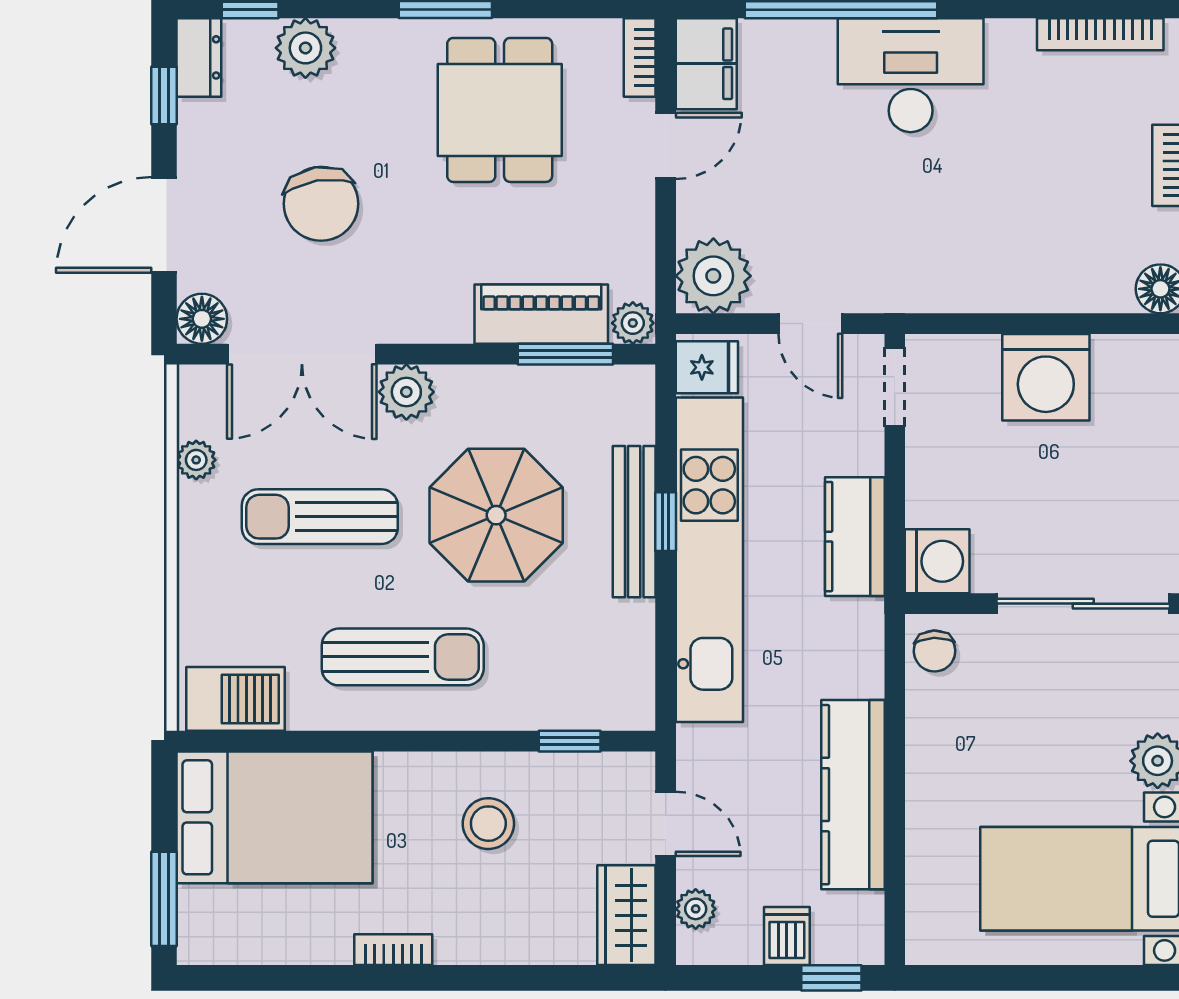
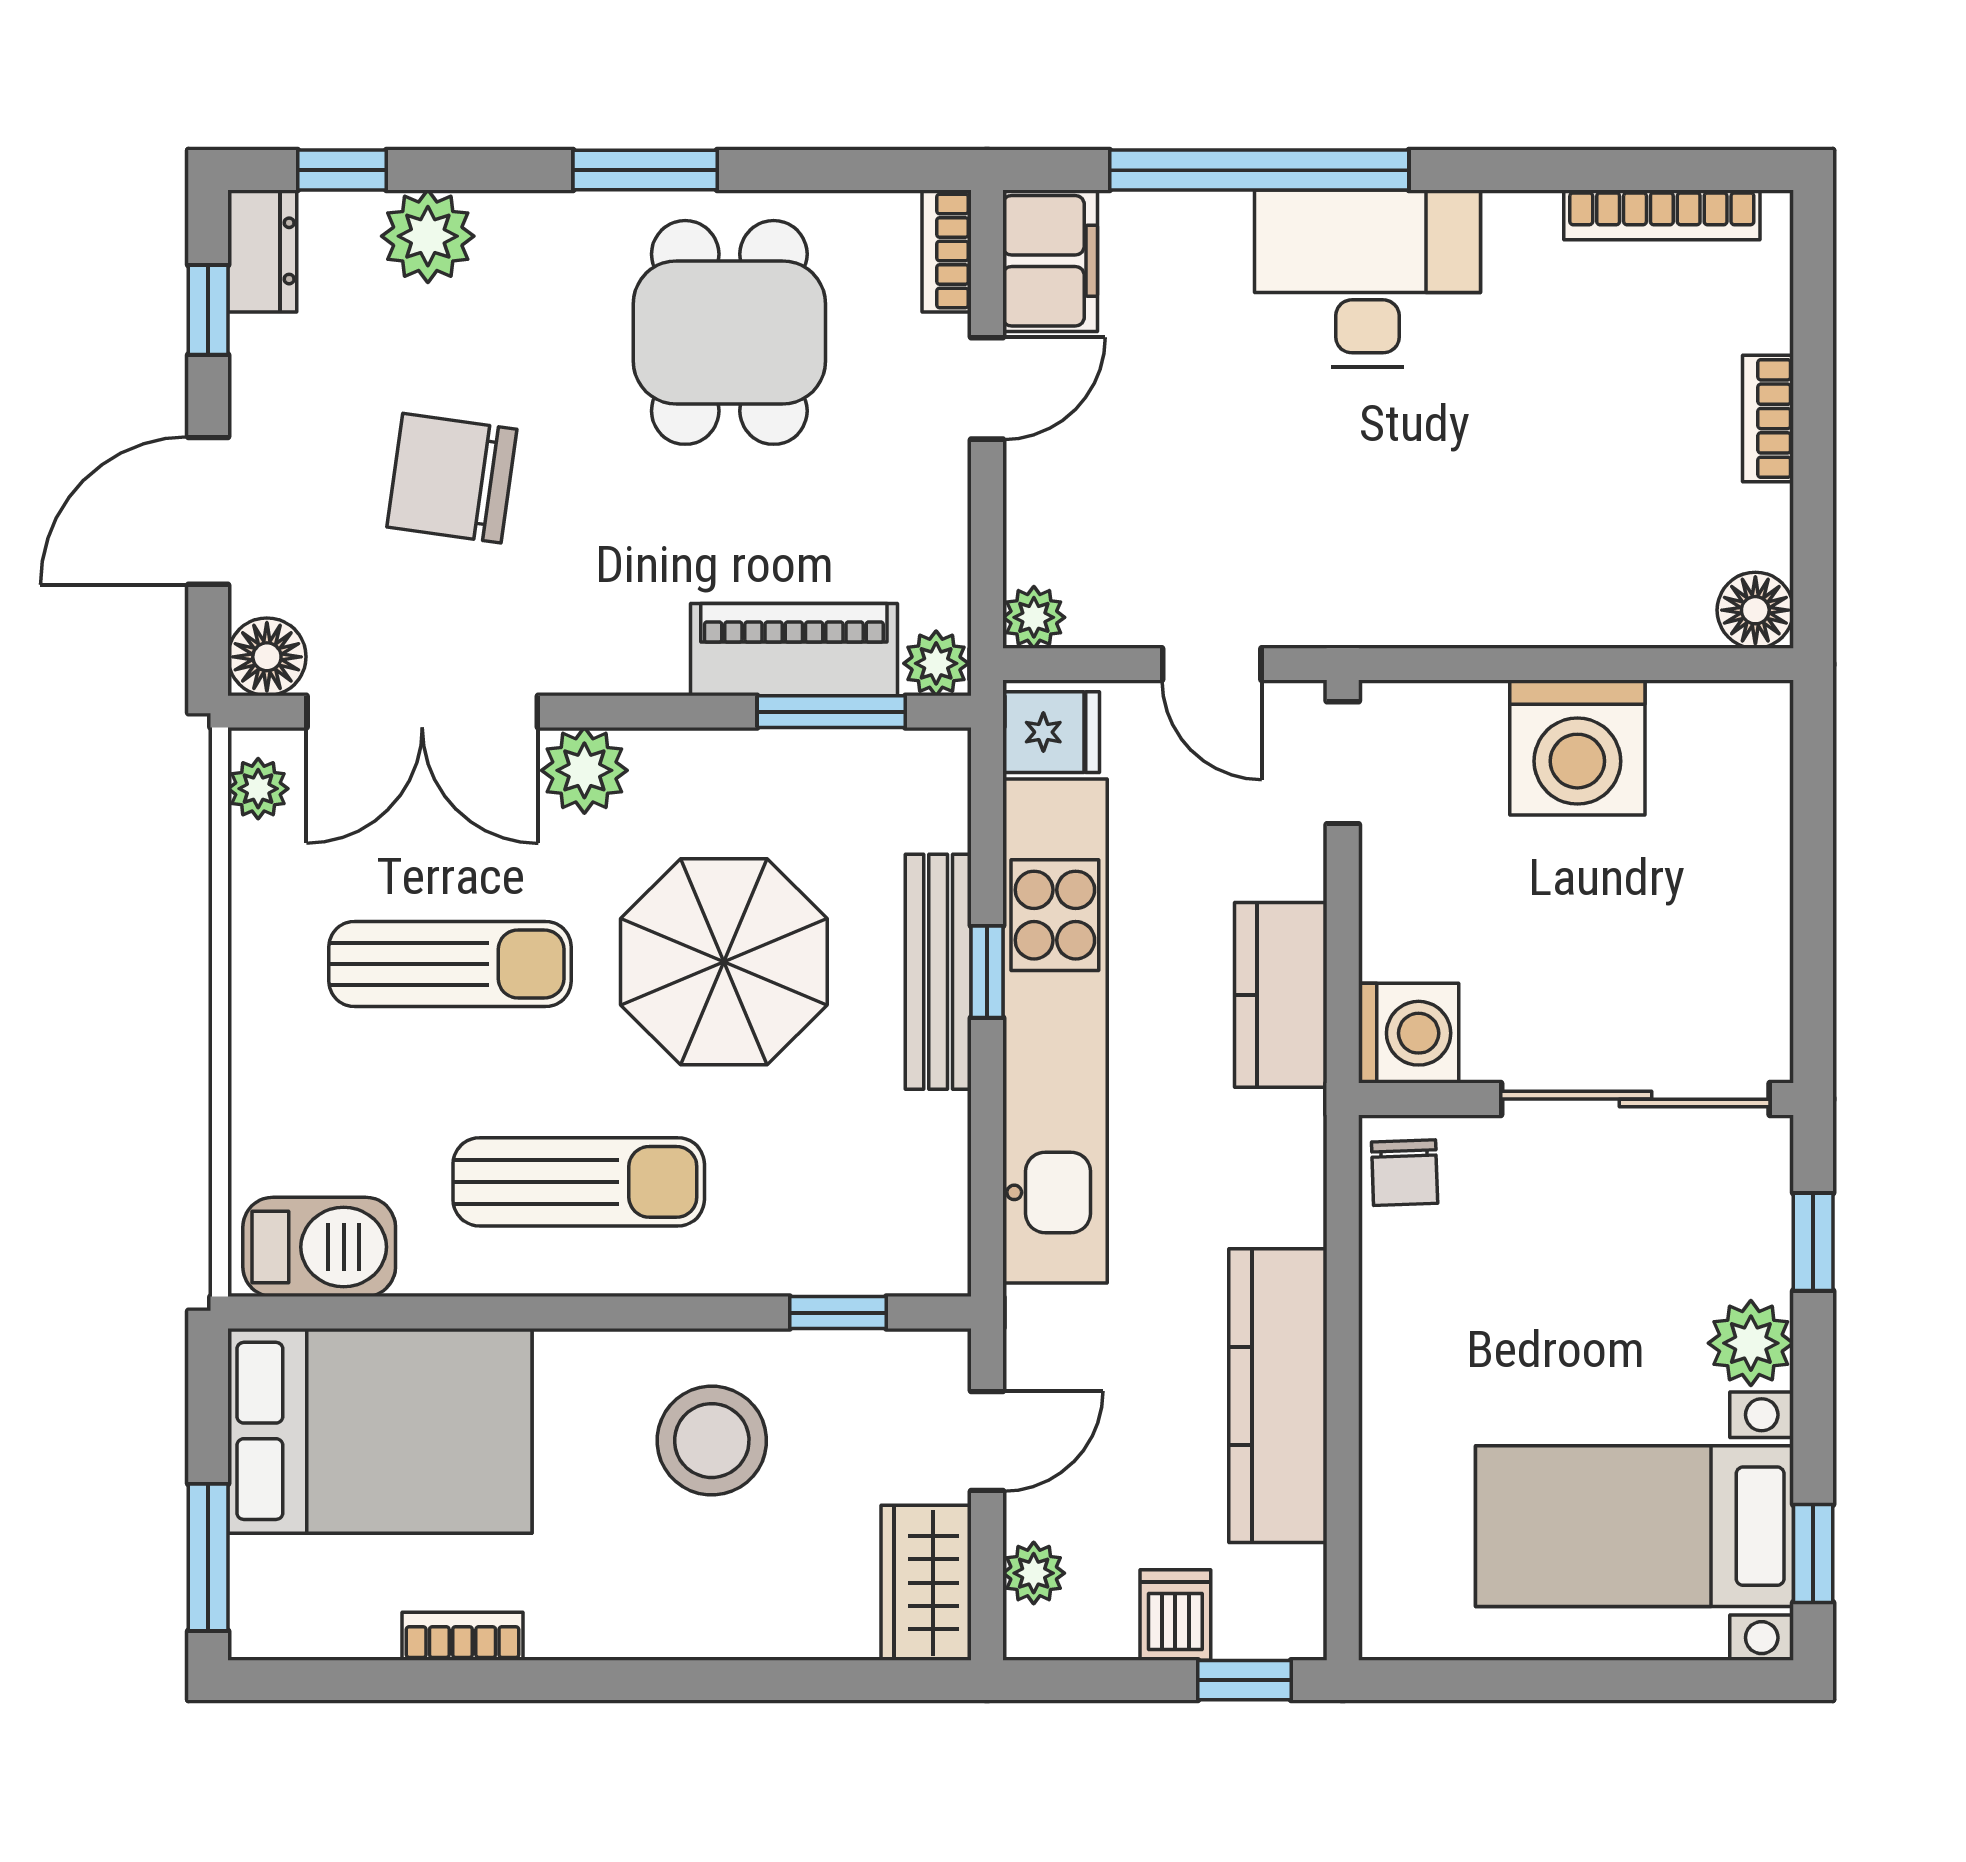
chair: (321, 204) -> (452, 478), turned 107
plant: (713, 276) -> (1034, 617), width x0.53, depth x0.53
plant: (196, 460) -> (258, 789), moved
sun lounger: (320, 517) -> (450, 964), turned 180
stool: (488, 824) -> (712, 1441), width x1.38, depth x1.38
door: (666, 824) -> (987, 1441), hinge flipped
bookcase: (393, 950) -> (463, 1636), moved

